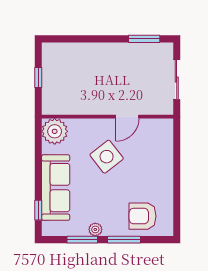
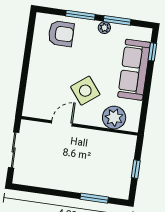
window: (144, 39) -> (94, 198), moved
plant: (55, 131) -> (114, 118), moved

